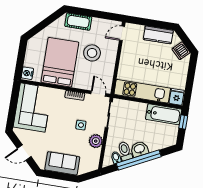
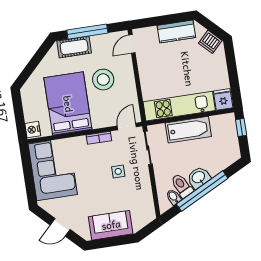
window: (92, 13) -> (87, 32), added
door: (98, 94) -> (127, 126), hinge flipped
bathtub: (164, 114) -> (188, 130), moved
plant: (96, 141) -> (142, 185), removed

